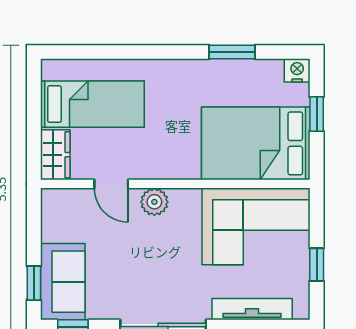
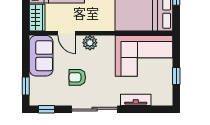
armchair: (131, 267) -> (77, 77), added
sofa: (63, 282) -> (41, 56), moved
tv unit: (252, 309) -> (136, 100), width x0.71

